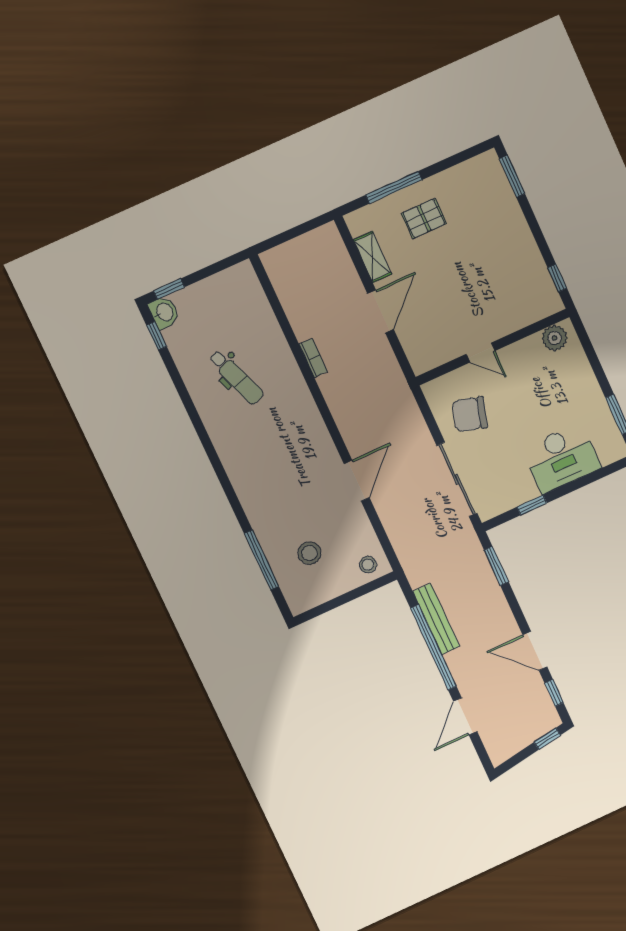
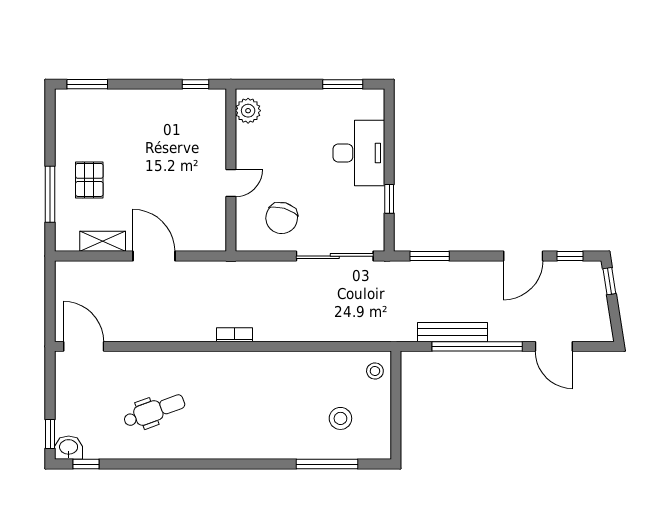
bookcase: (313, 358) -> (234, 335), moved
door: (357, 481) -> (84, 346), moved

